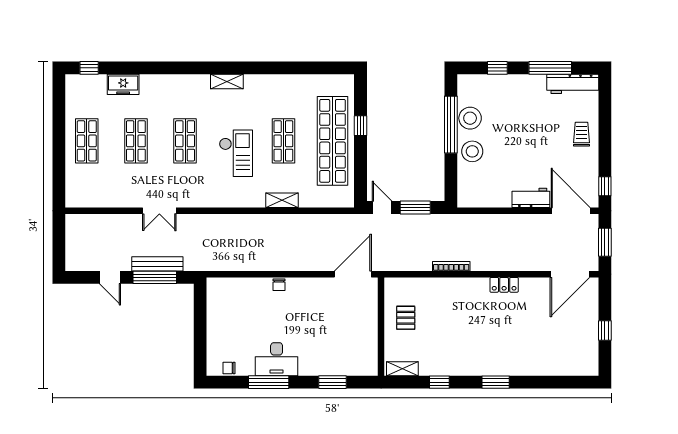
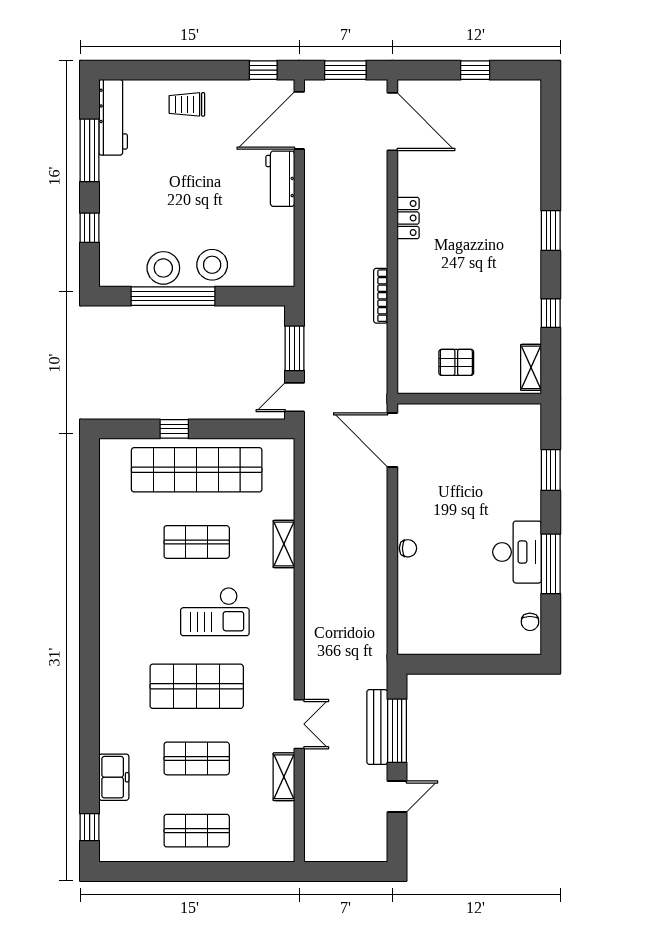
shelving: (227, 81) -> (284, 777), moved
shop shelf: (185, 141) -> (197, 686), width x1.43, depth x1.36
checkout: (236, 153) -> (215, 612), turned 180

